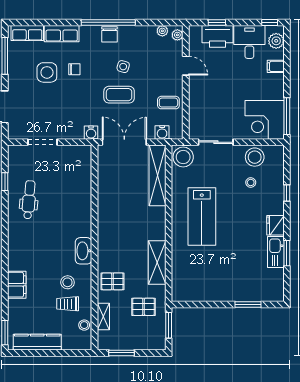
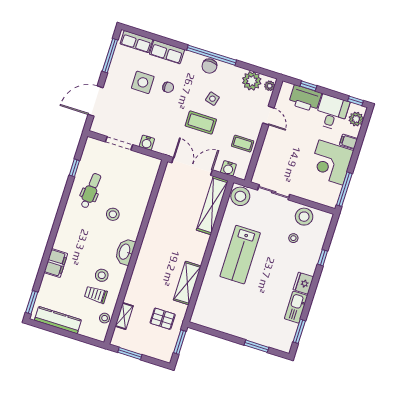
plant: (162, 31) -> (252, 81), width x1.88, depth x1.88
corner desk: (265, 120) -> (331, 162), moved
water cooler: (91, 133) -> (147, 143), moved
stool: (59, 217) -> (113, 214), added
window: (287, 253) -> (299, 331), moved
pallet: (112, 281) -> (142, 287), removed

